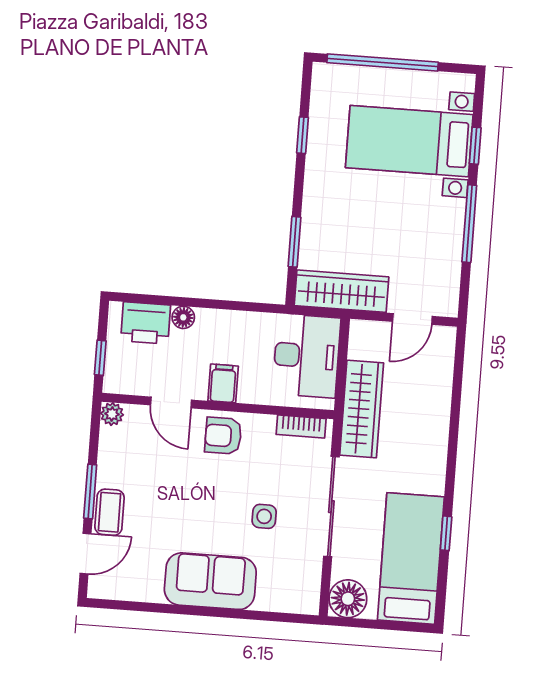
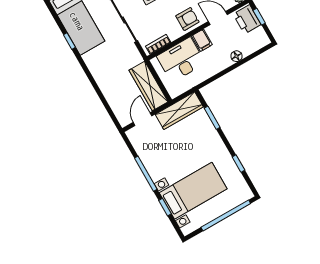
printer: (146, 323) -> (247, 19), moved, turned -90
desk: (306, 356) -> (181, 60), moved, turned 90
wardrobe: (362, 409) -> (149, 86), moved

